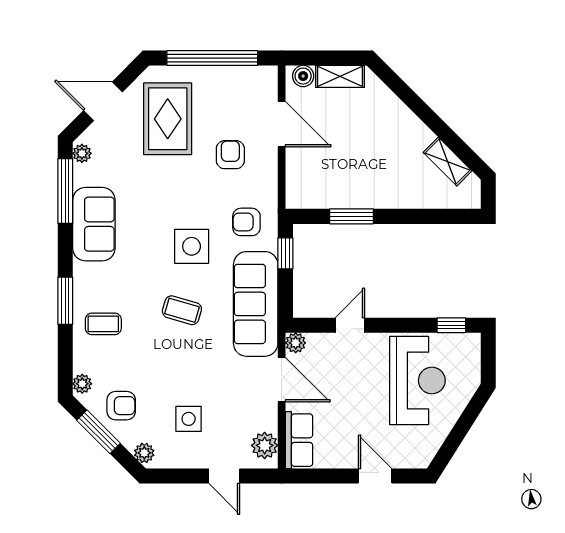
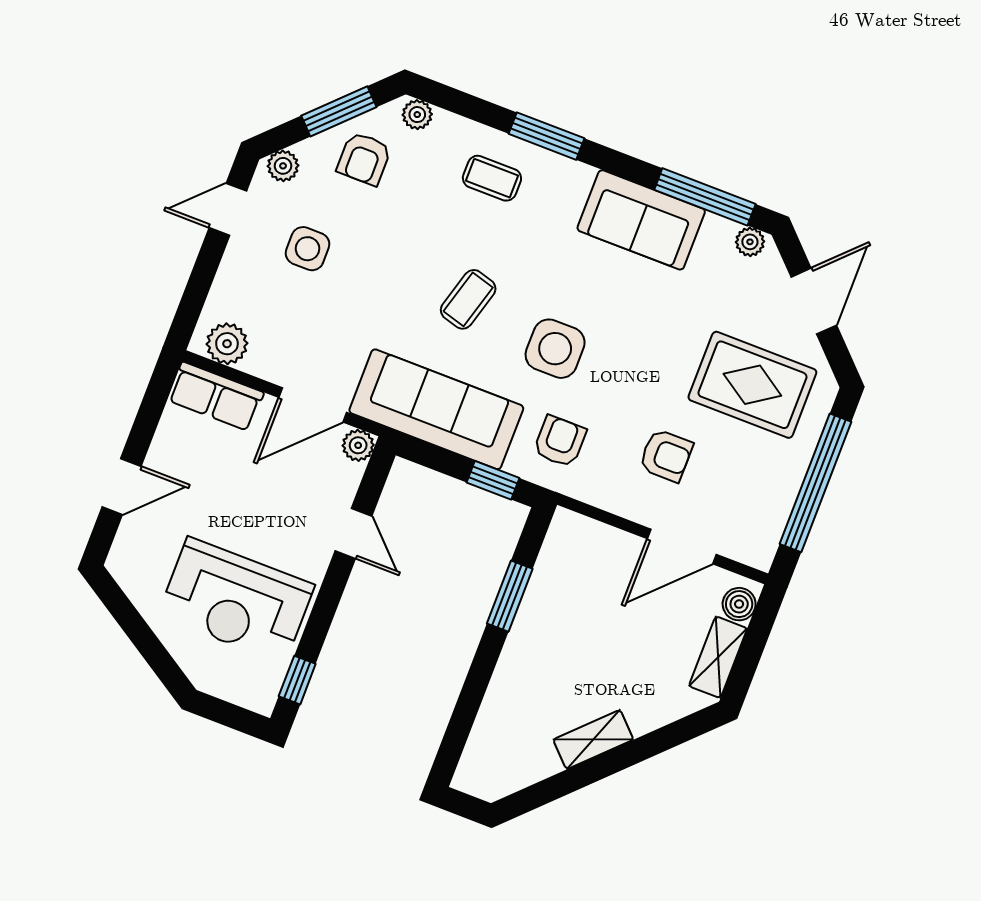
shelving: (448, 162) -> (593, 740), moved
coffee table: (103, 324) -> (492, 178), turned 90
door: (224, 476) -> (228, 209), moved

